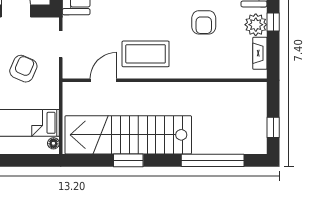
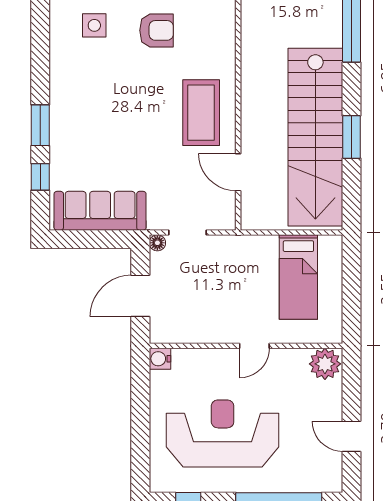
armchair: (23, 69) -> (222, 285), removed
floor lamp: (53, 143) -> (157, 243), moved

